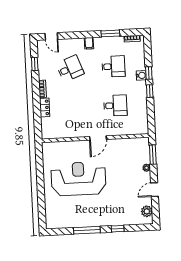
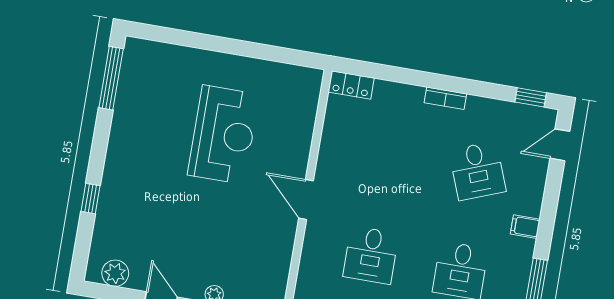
window: (35, 64) -> (531, 97), moved
locker: (45, 107) -> (351, 85), moved
reception desk: (78, 179) -> (223, 135), width x0.74, depth x0.77
window: (87, 230) -> (111, 78), moved

